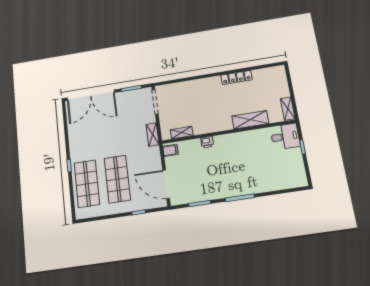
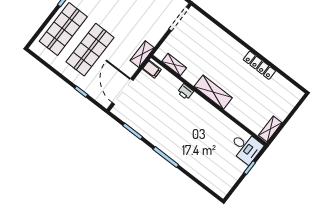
shelving: (250, 120) -> (213, 92), moved
shelving: (153, 135) -> (142, 54), moved

